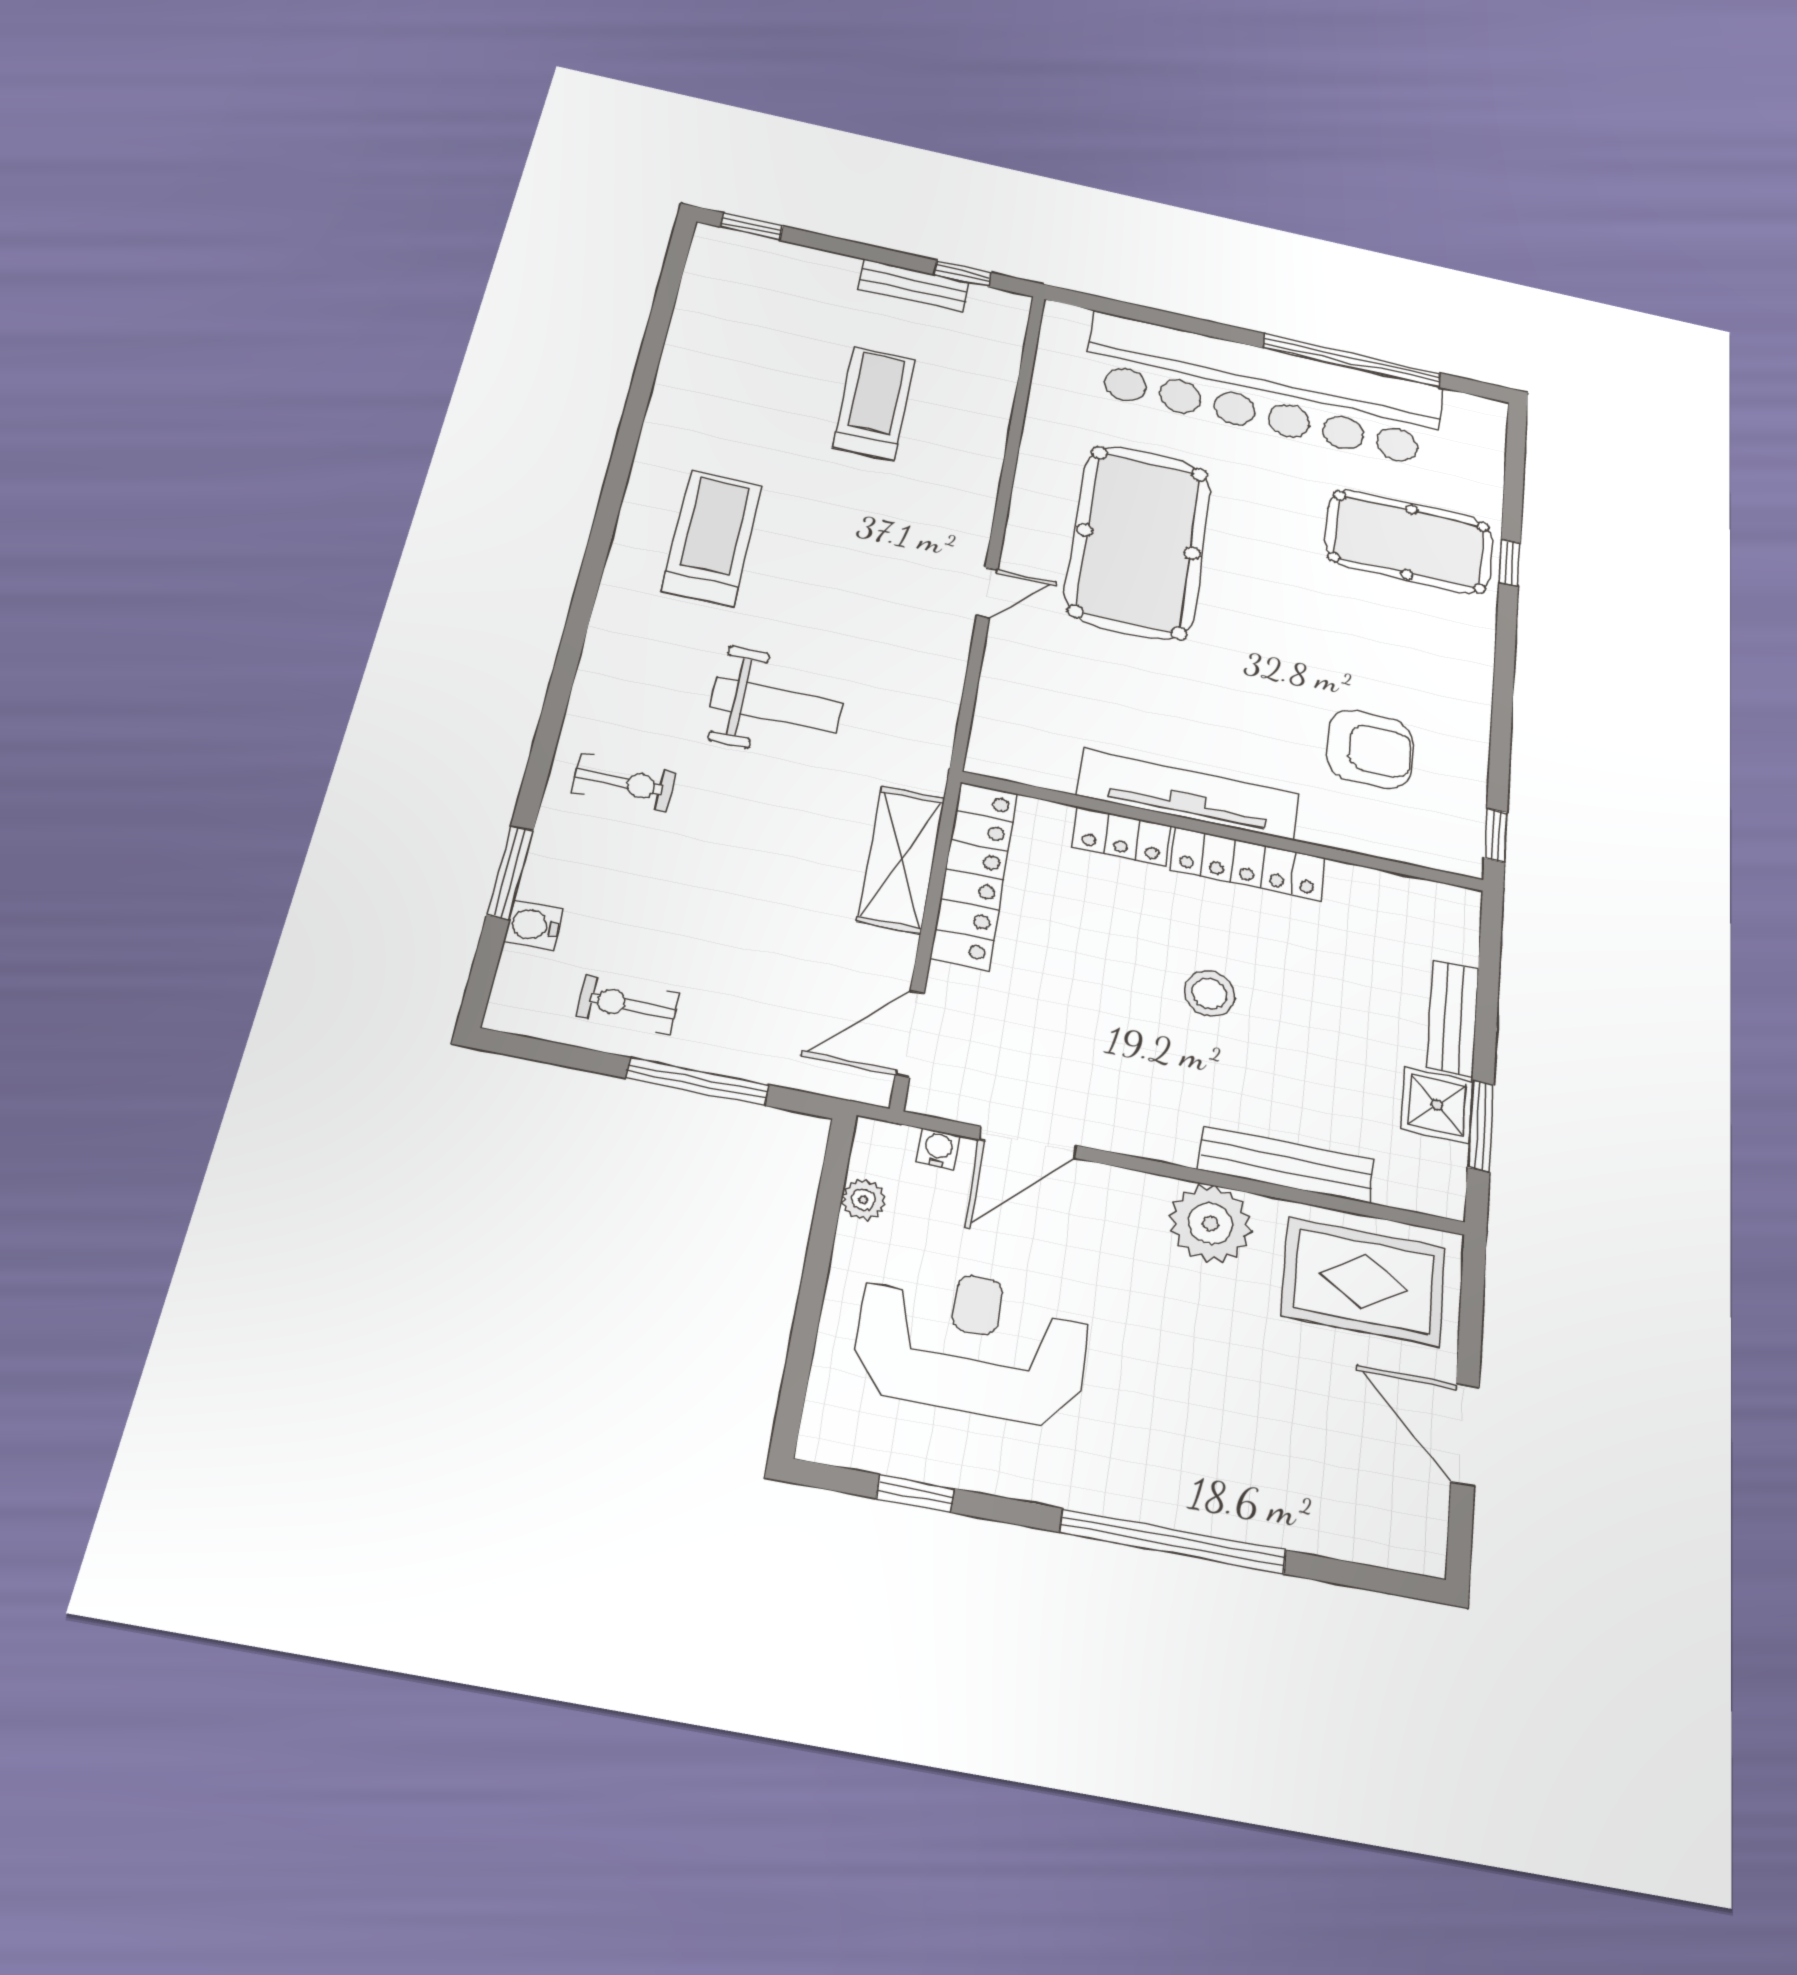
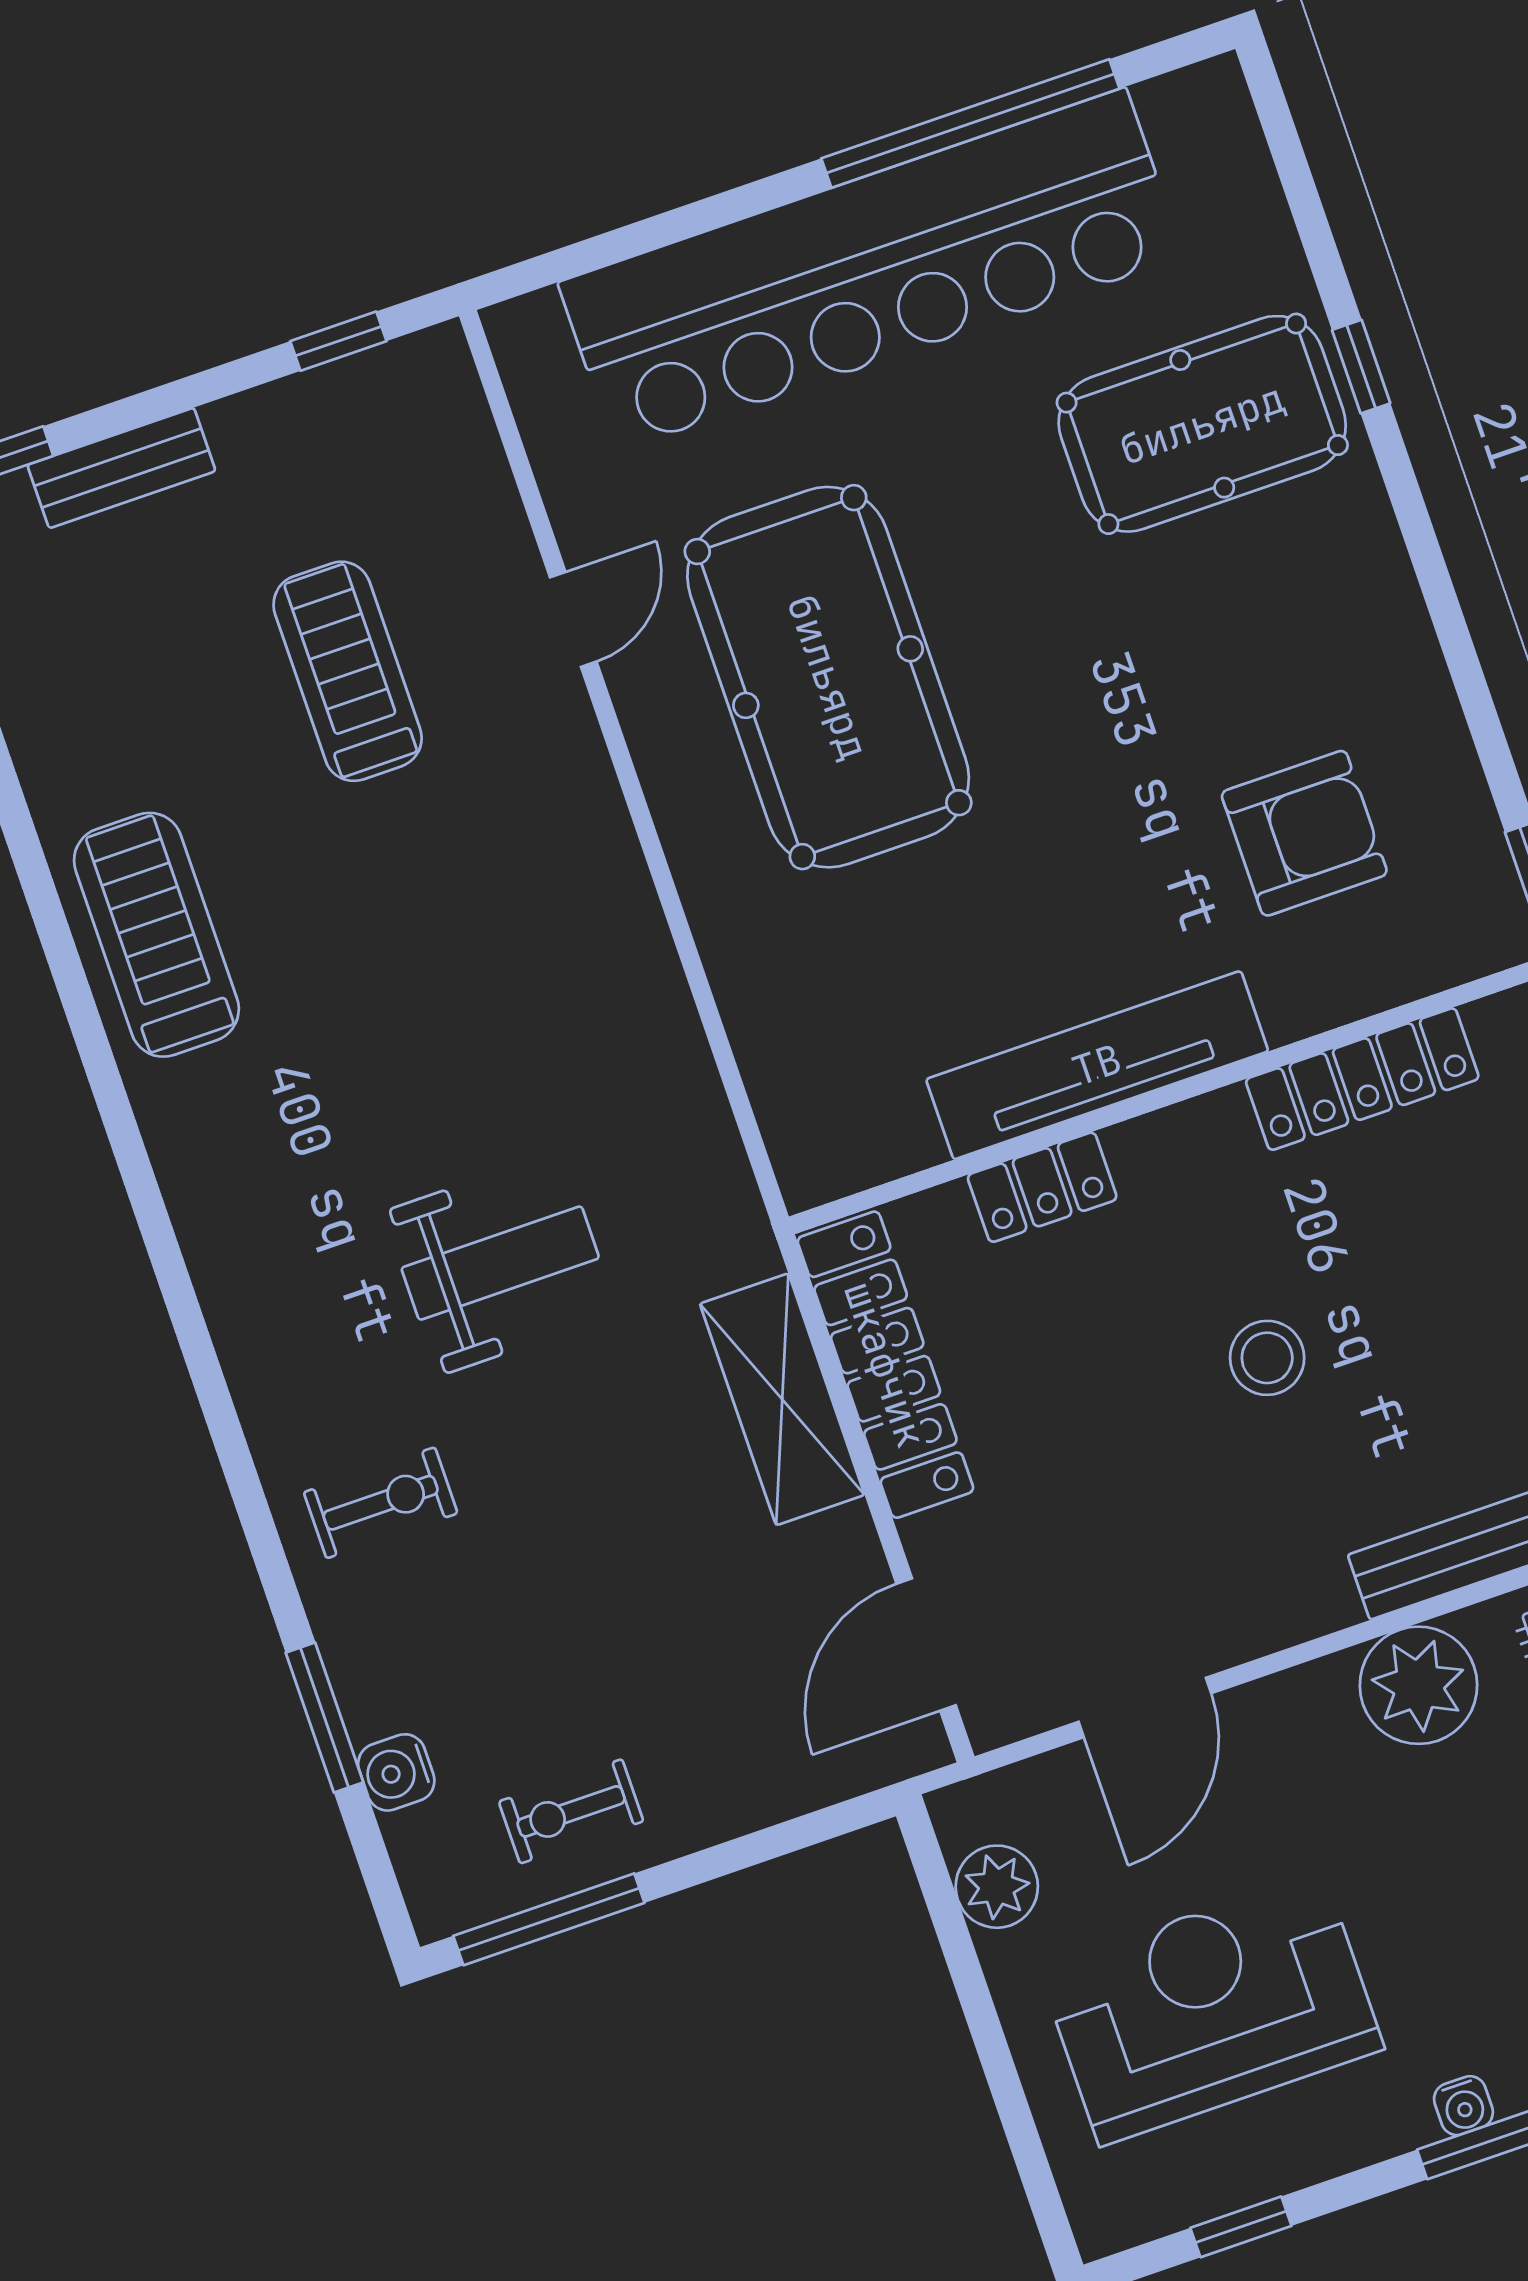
bench: (913, 285) -> (121, 468), moved
treadmill: (712, 538) -> (156, 935), moved
door: (987, 592) -> (573, 619), moved
locker: (1248, 864) -> (1362, 1079), moved
window: (698, 1081) -> (549, 1919), moved
water cooler: (938, 1149) -> (1463, 2106), moved, turned 180
plant: (863, 1200) -> (997, 1887), width x1.38, depth x1.38

